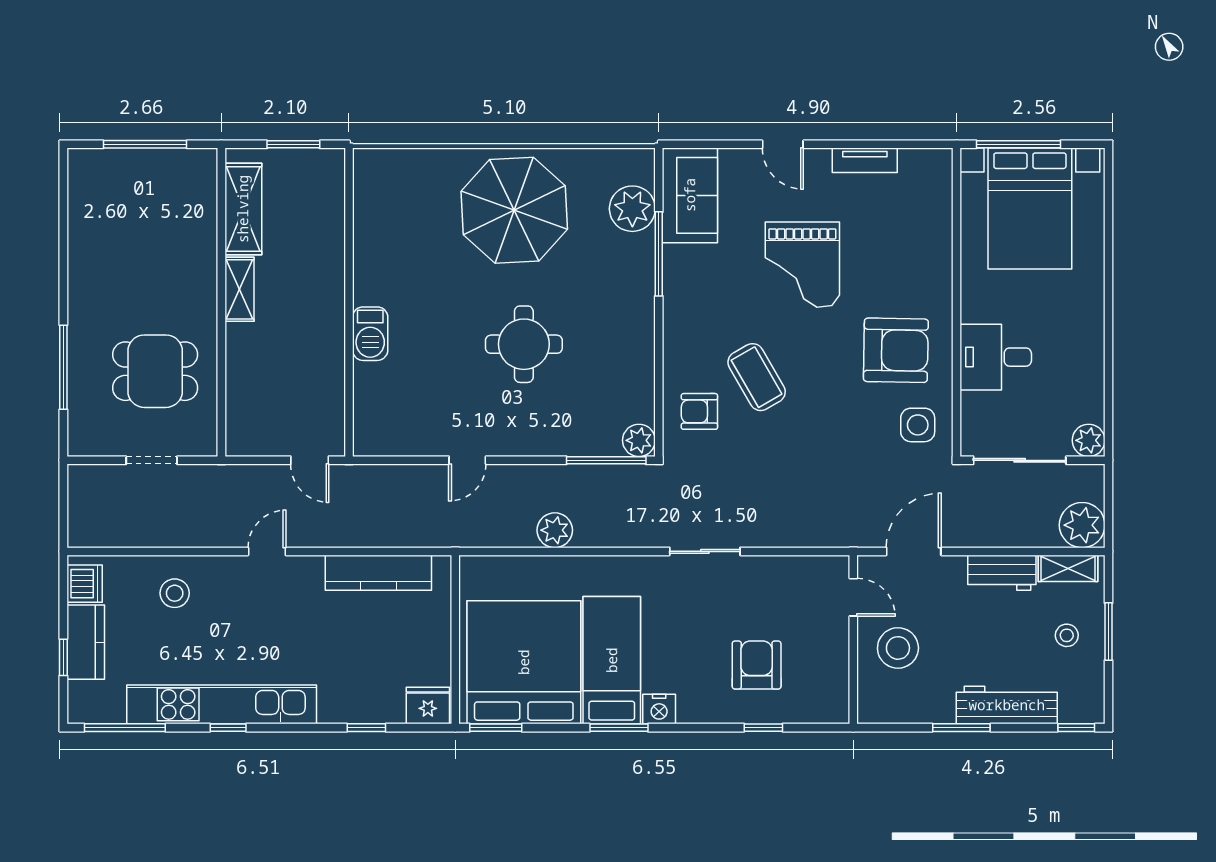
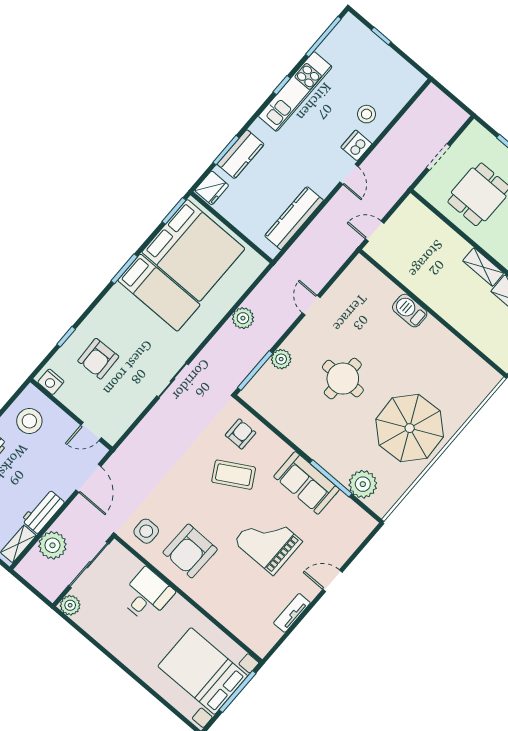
sofa: (690, 195) -> (307, 483), moved
plant: (639, 440) -> (281, 359), moved
plant: (1082, 525) -> (52, 545), moved
dishwasher: (85, 584) -> (356, 145), moved, turned 90
kitchen counter: (86, 642) -> (241, 154), moved, turned -90
stool: (898, 648) -> (29, 421), moved
armchair: (757, 665) -> (98, 359), turned 88
kitchen unit: (222, 704) -> (295, 91), width x0.73
nightstand: (659, 709) -> (51, 382), moved, turned -90
window: (366, 728) -> (226, 150), width x1.50

